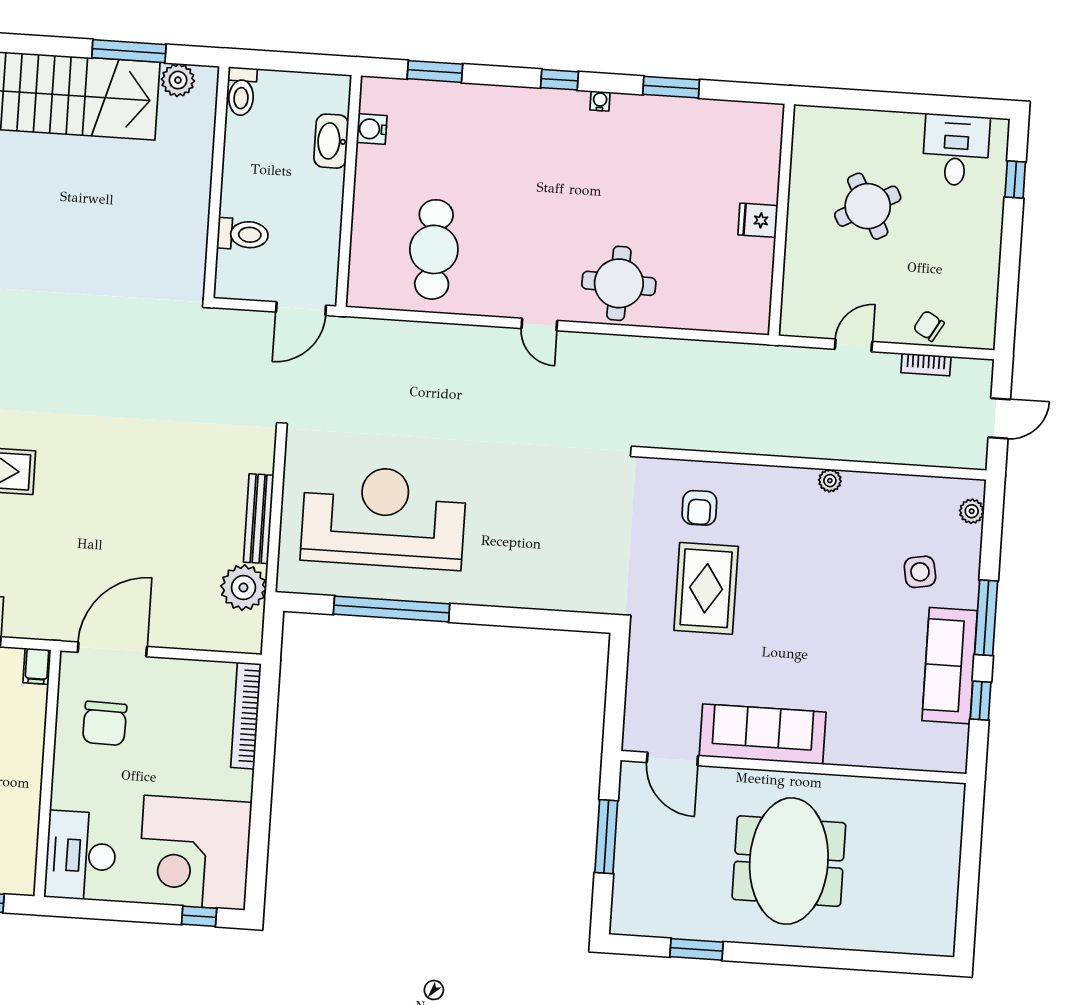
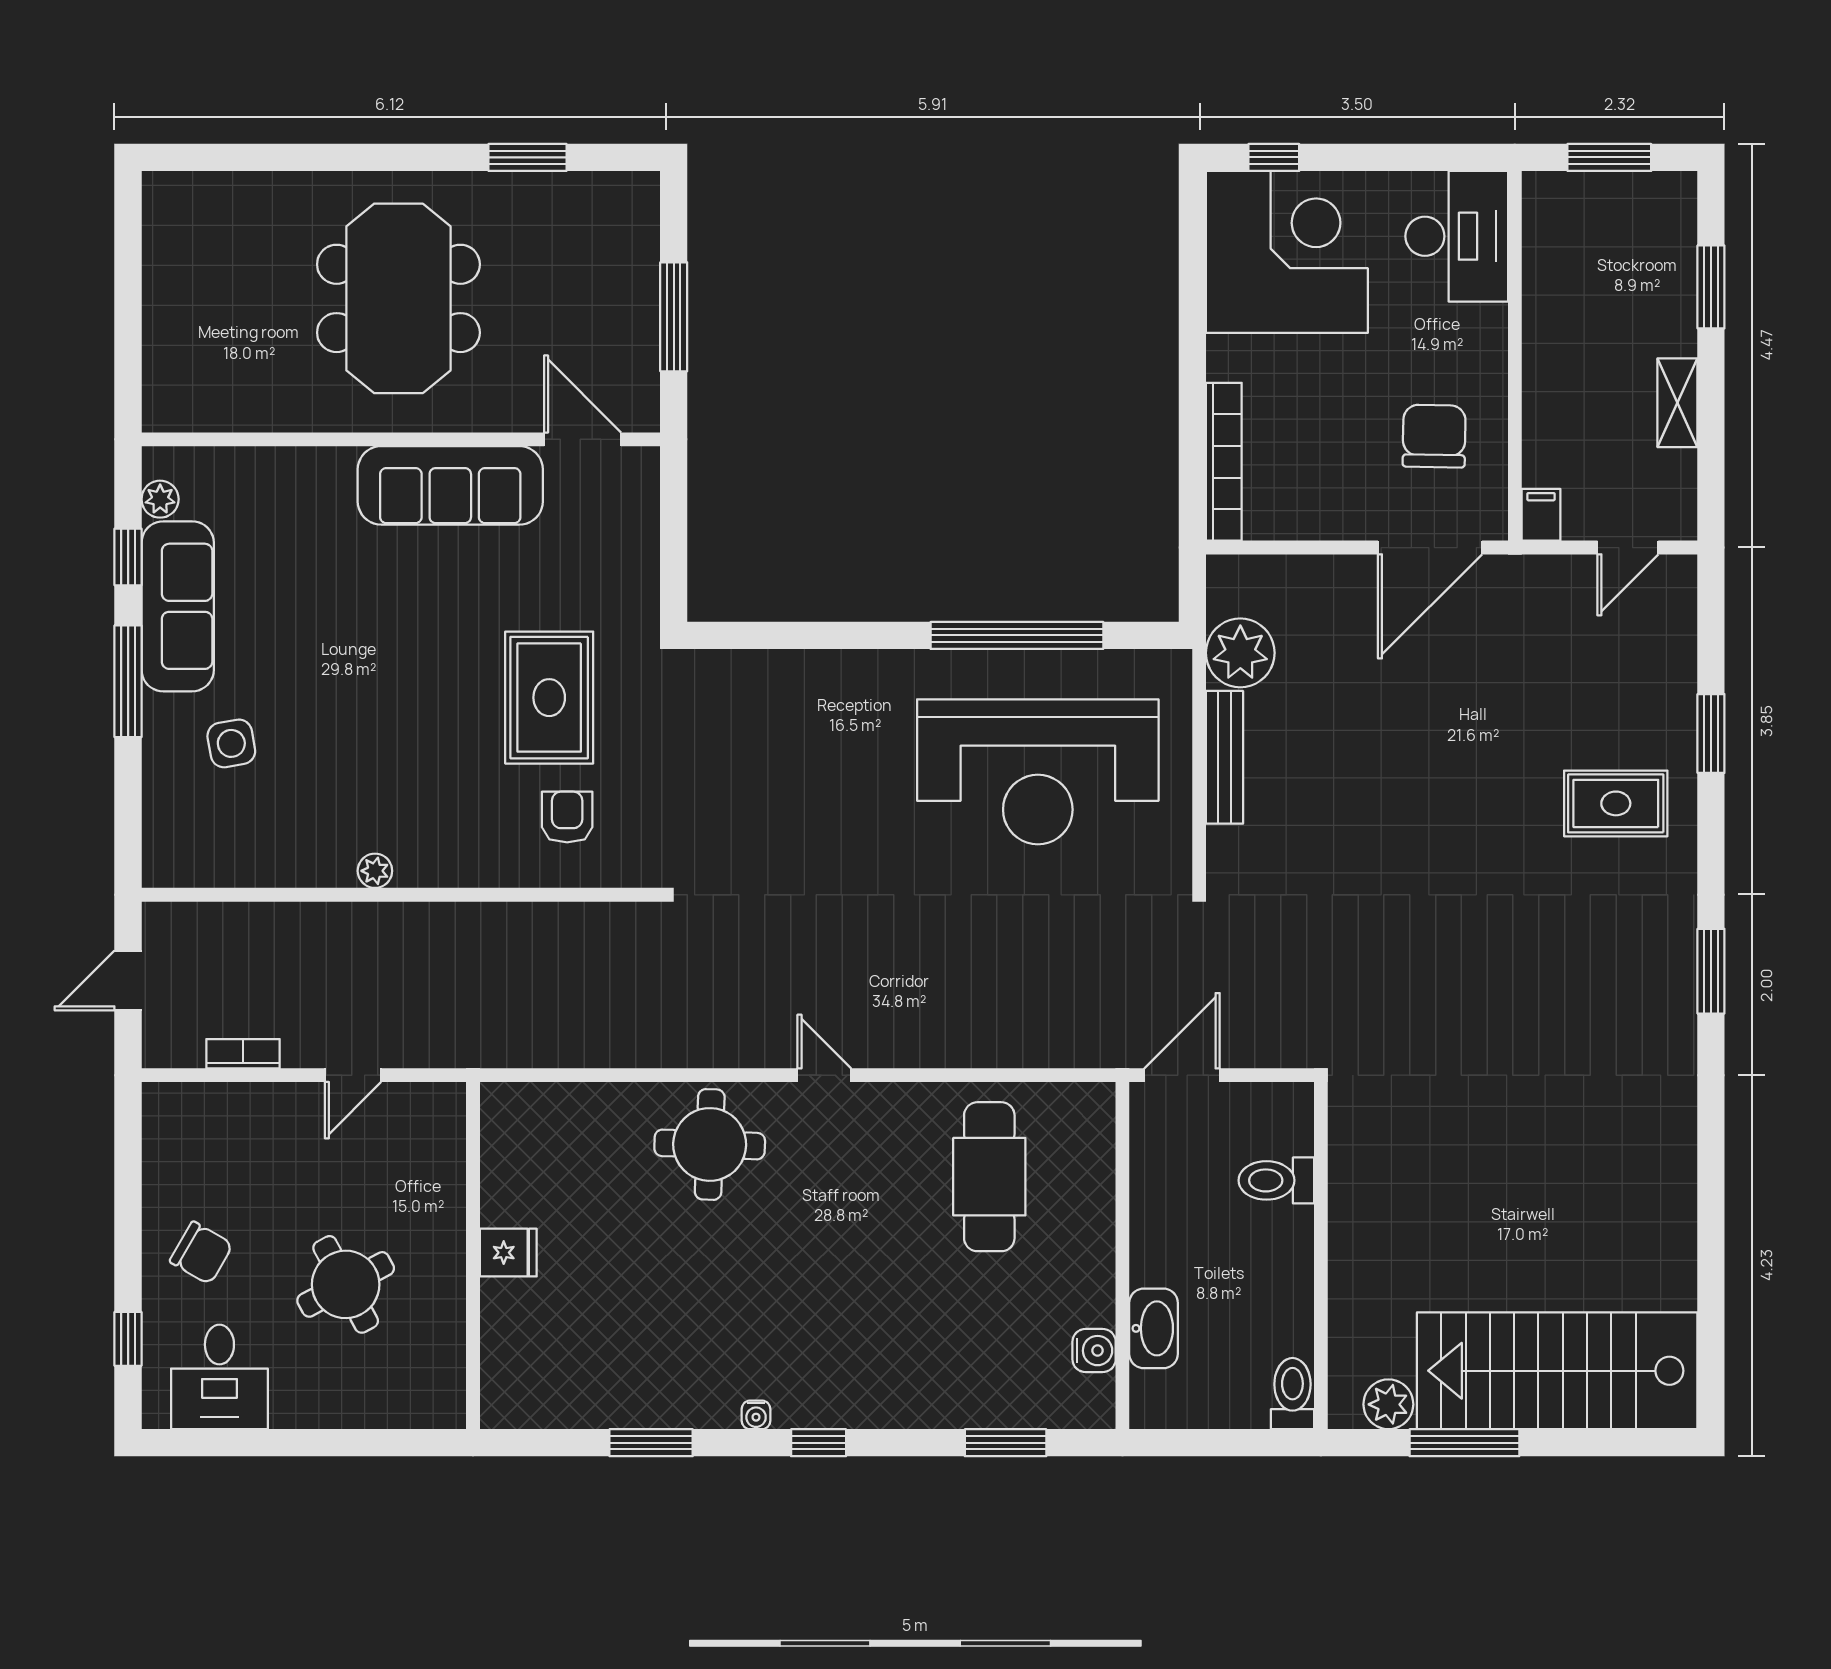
chair: (929, 326) -> (201, 1253), moved, width x1.37, depth x1.37
plant: (972, 511) -> (160, 499), moved

